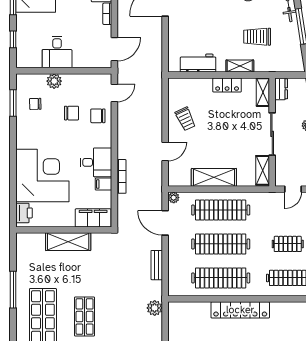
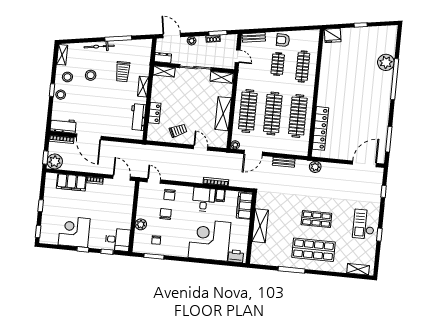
desk: (57, 52) -> (118, 240), moved
locker: (227, 85) -> (155, 113), moved
locker: (240, 310) -> (320, 128), moved

